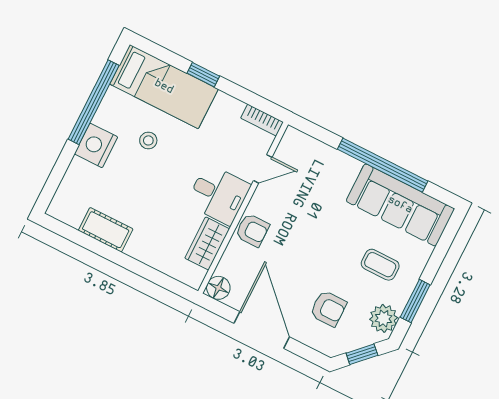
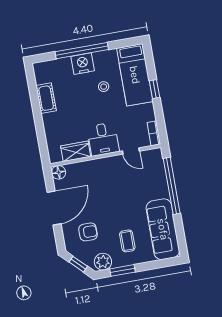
window: (94, 102) -> (82, 51), moved
window: (383, 165) -> (172, 186), moved
armchair: (252, 230) -> (98, 168), removed
armchair: (328, 308) -> (88, 232), turned -90

